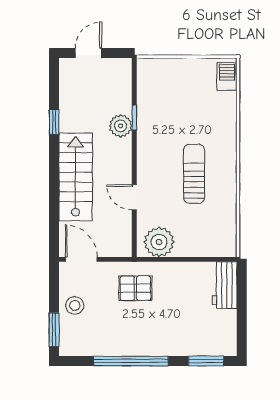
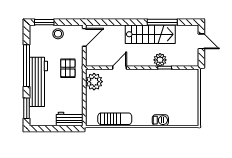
barbecue: (227, 77) -> (160, 120), moved
window: (54, 122) -> (162, 22), width x2.17
sun lounger: (194, 174) -> (115, 119), moved
stairs: (76, 177) -> (150, 34), moved
workbench: (159, 340) -> (38, 82), added

